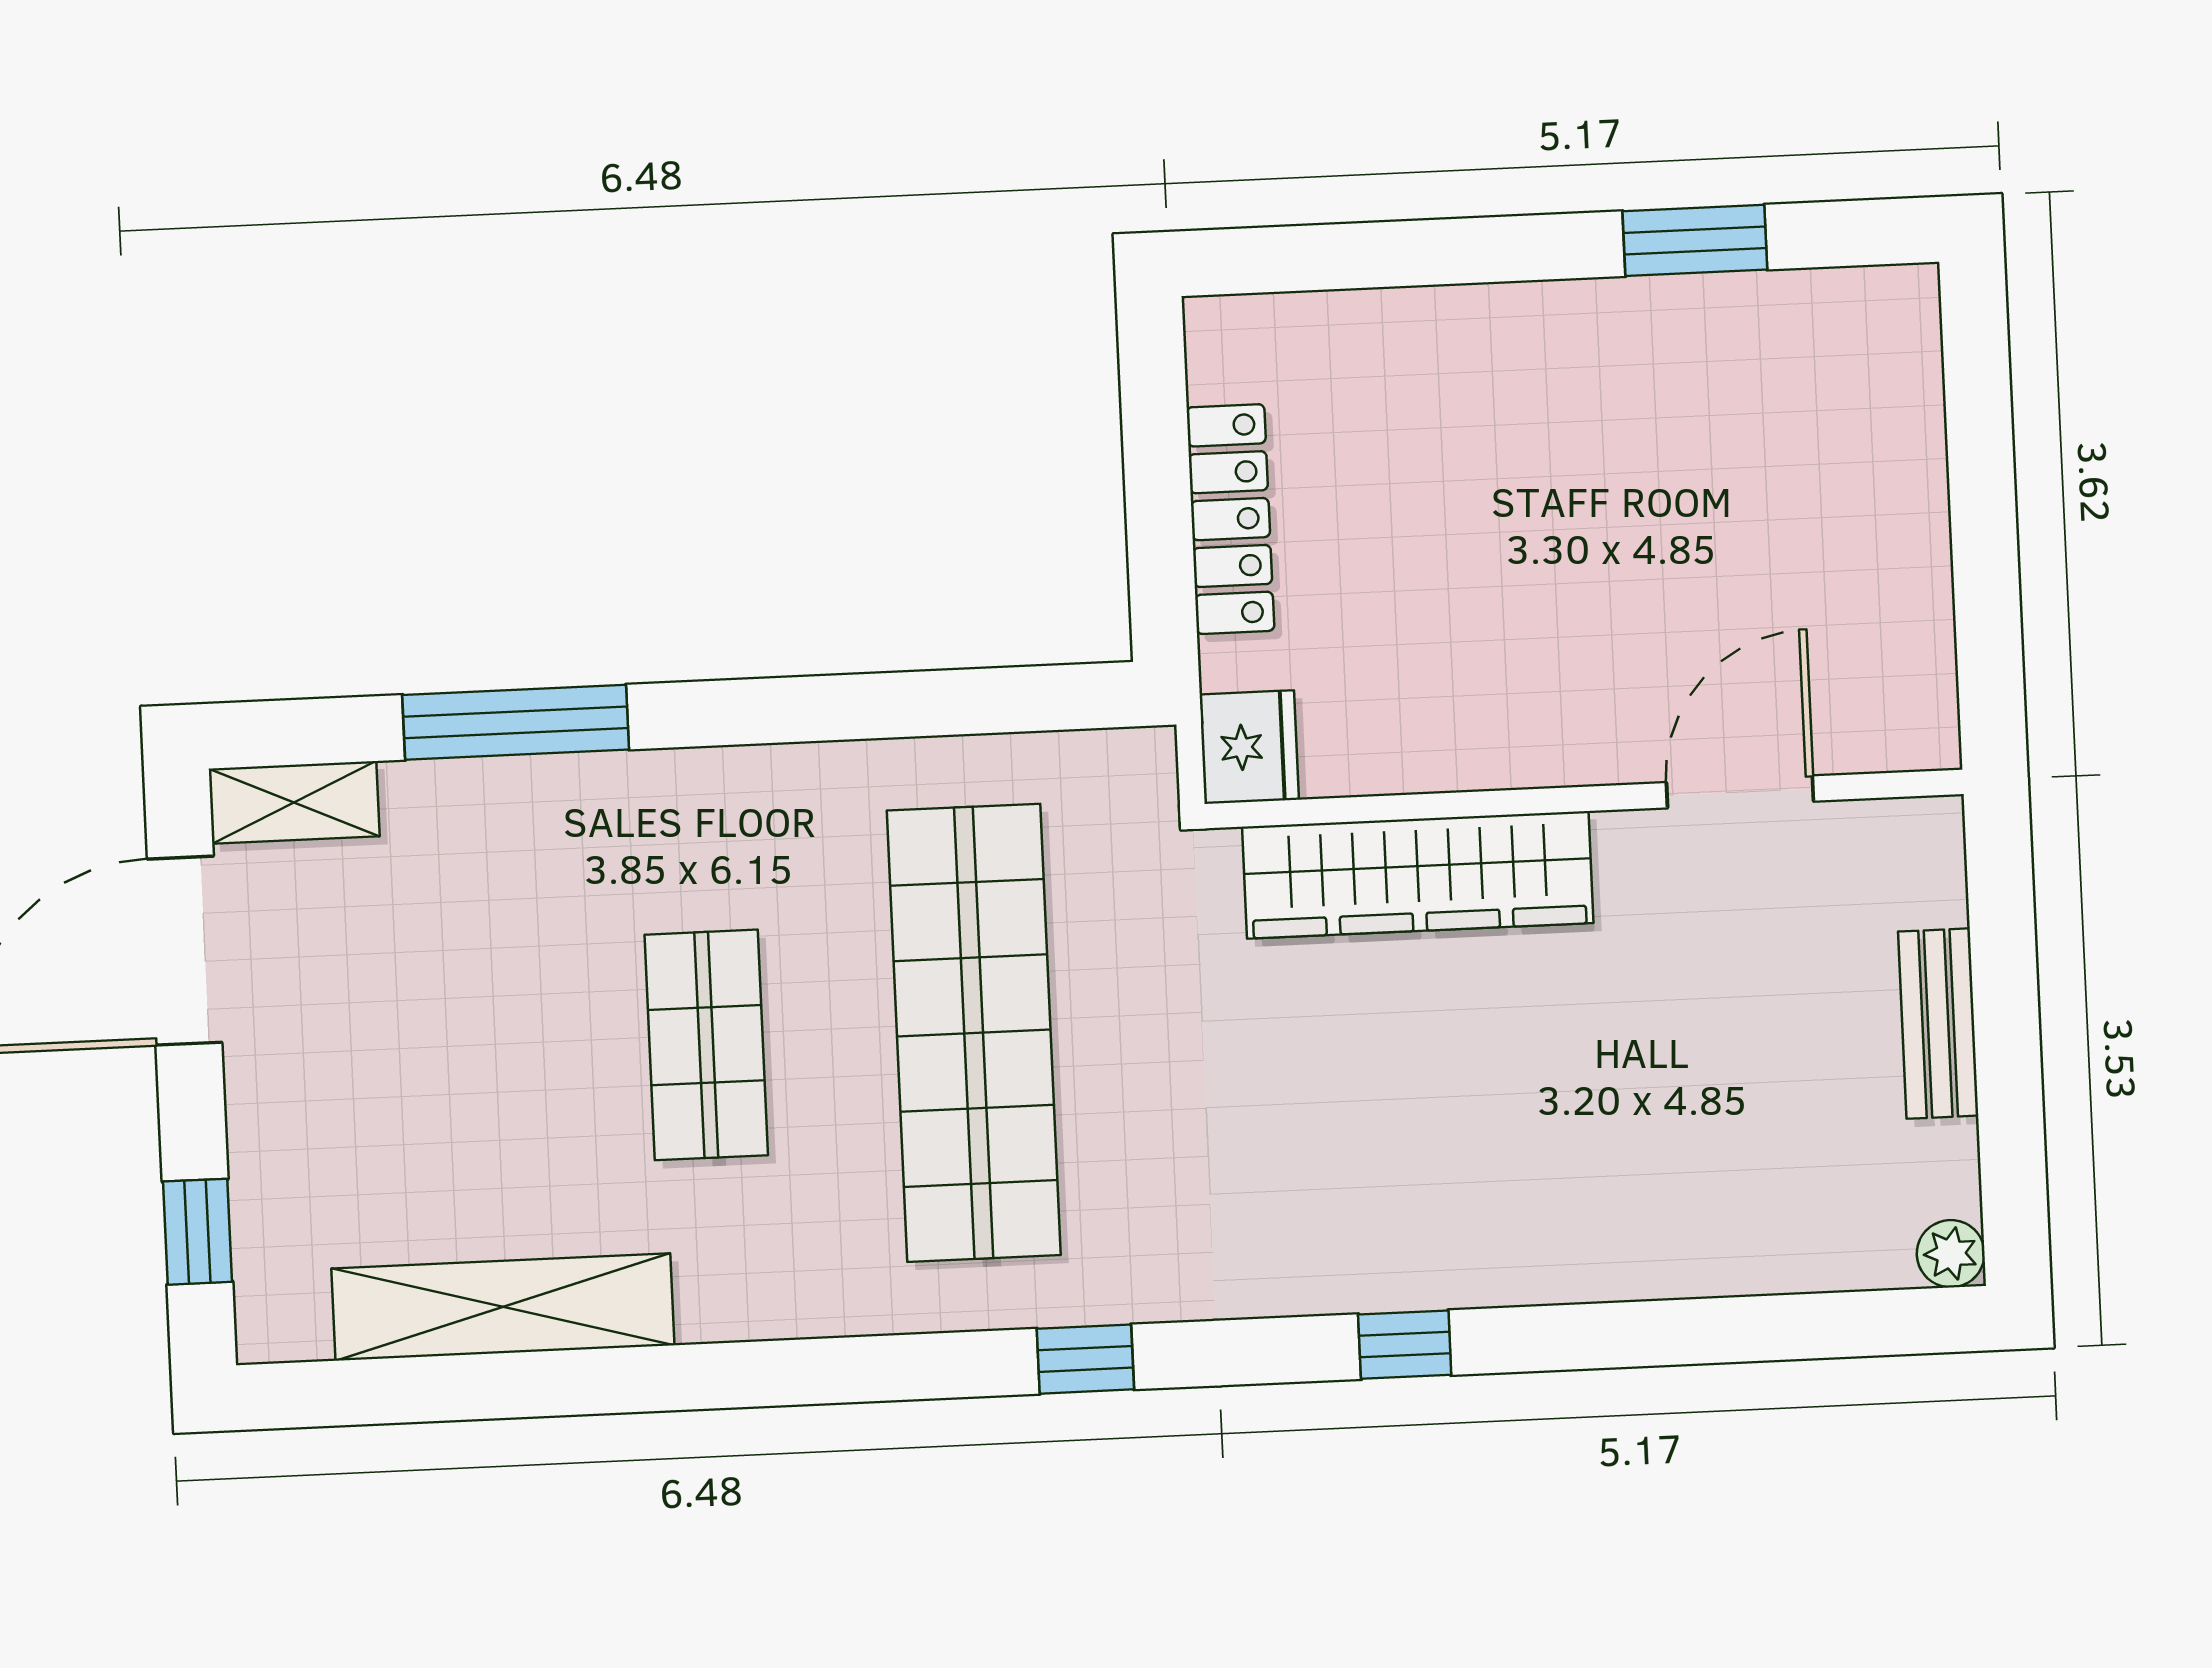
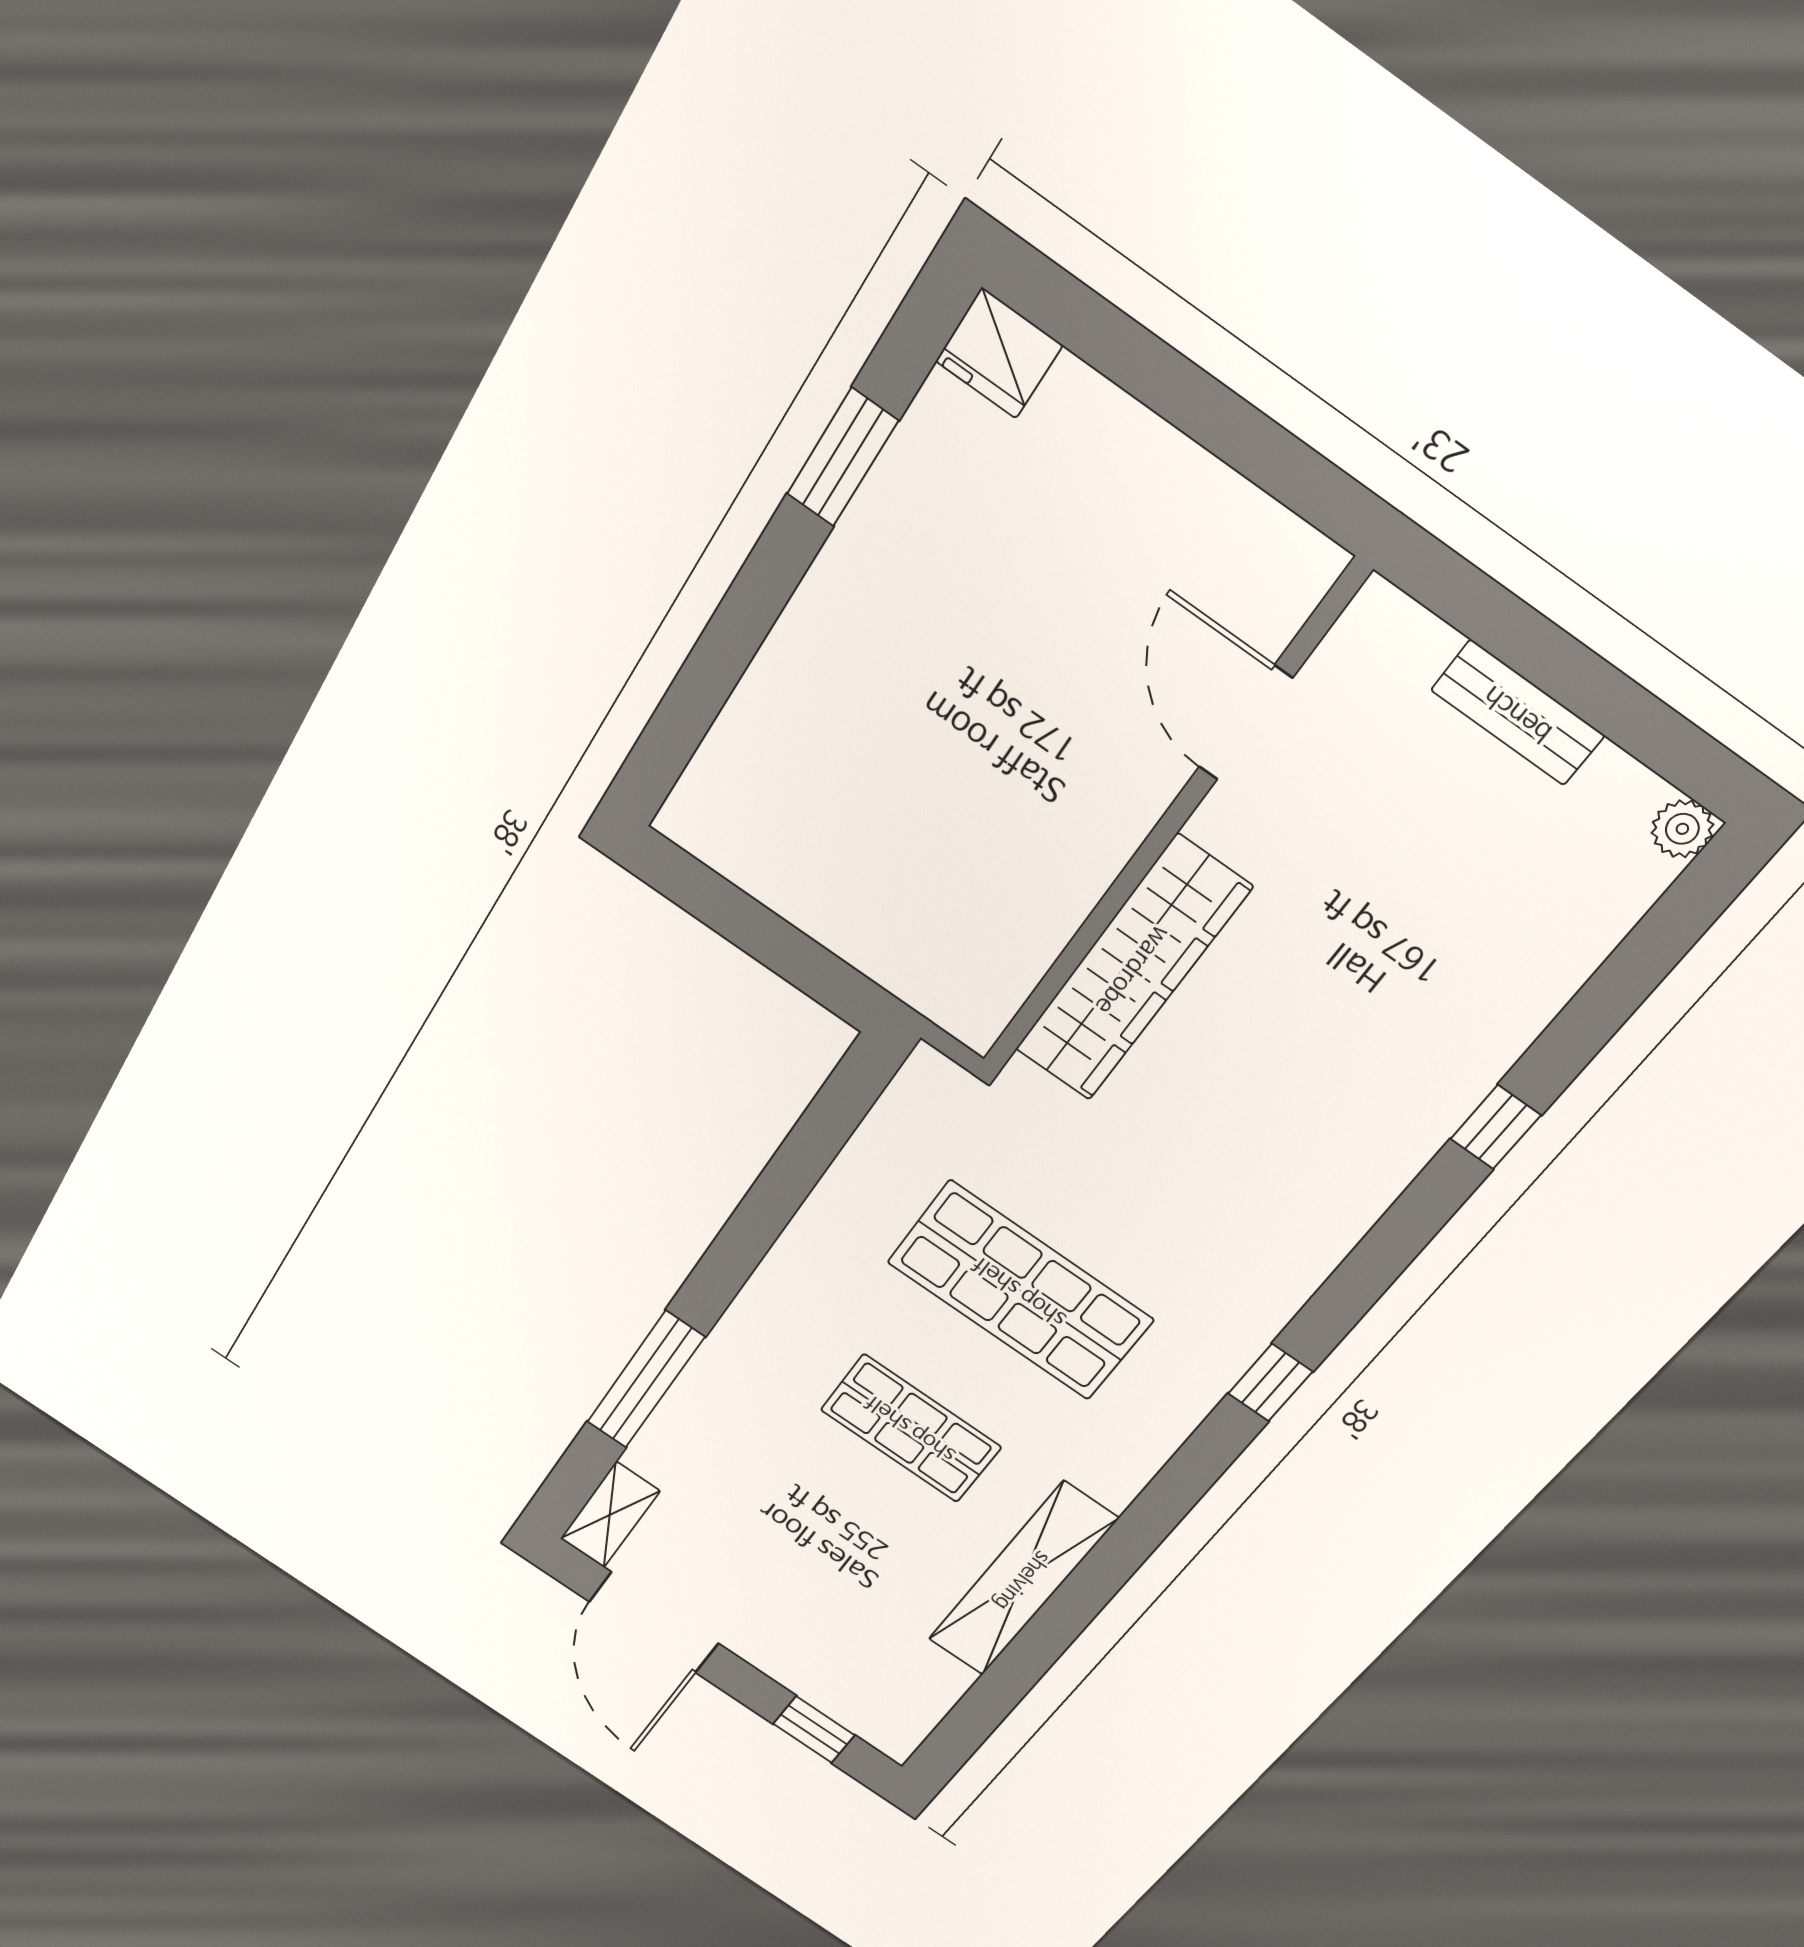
locker: (1230, 519) -> (813, 906), removed
fridge: (1249, 747) -> (999, 353), moved, turned 180
shop shelf: (974, 1033) -> (1020, 1291), width x0.71
shelving: (503, 1307) -> (1022, 1580), moved
window: (1405, 1345) -> (1496, 1127), moved

